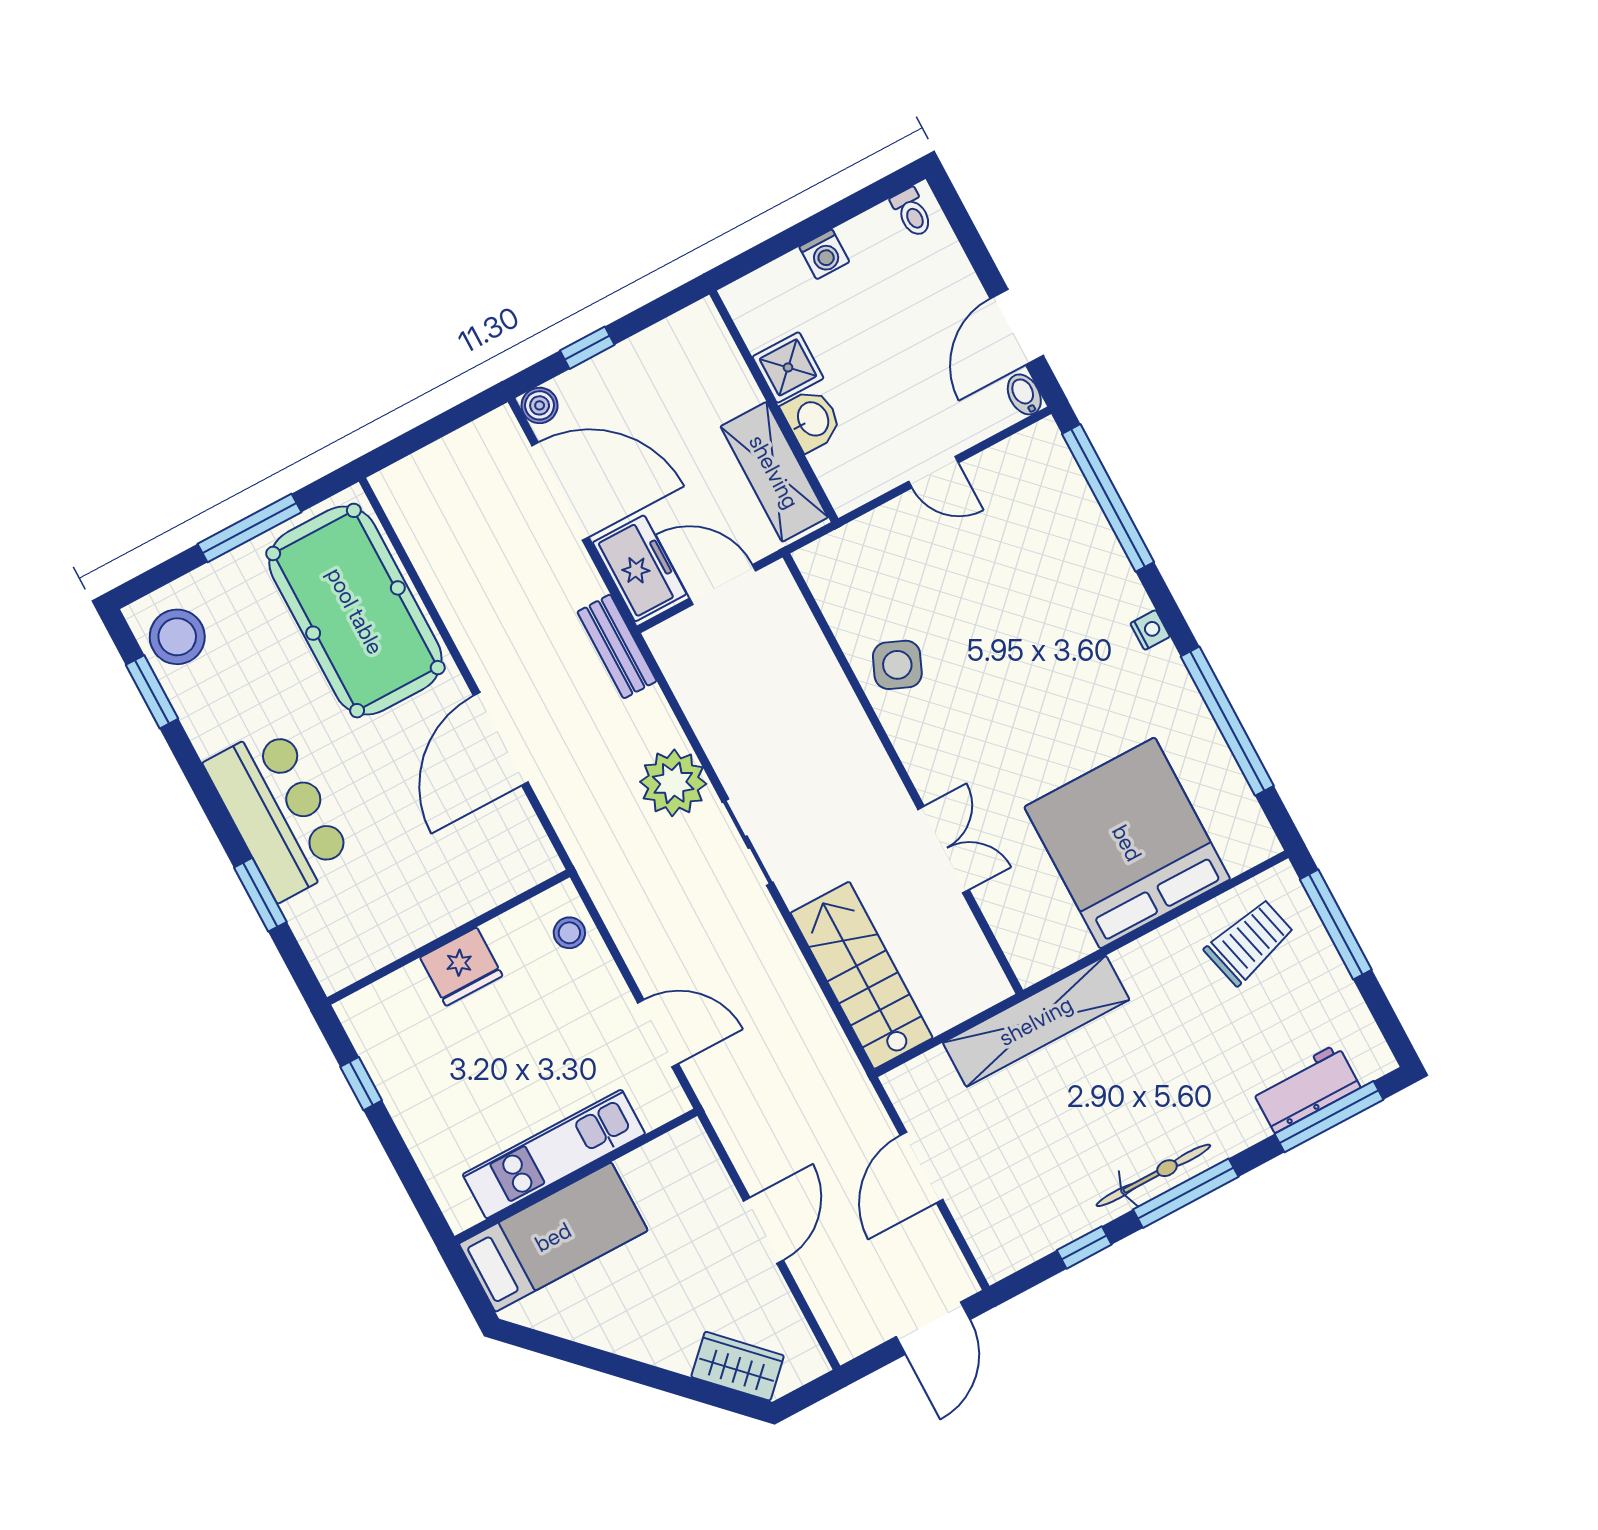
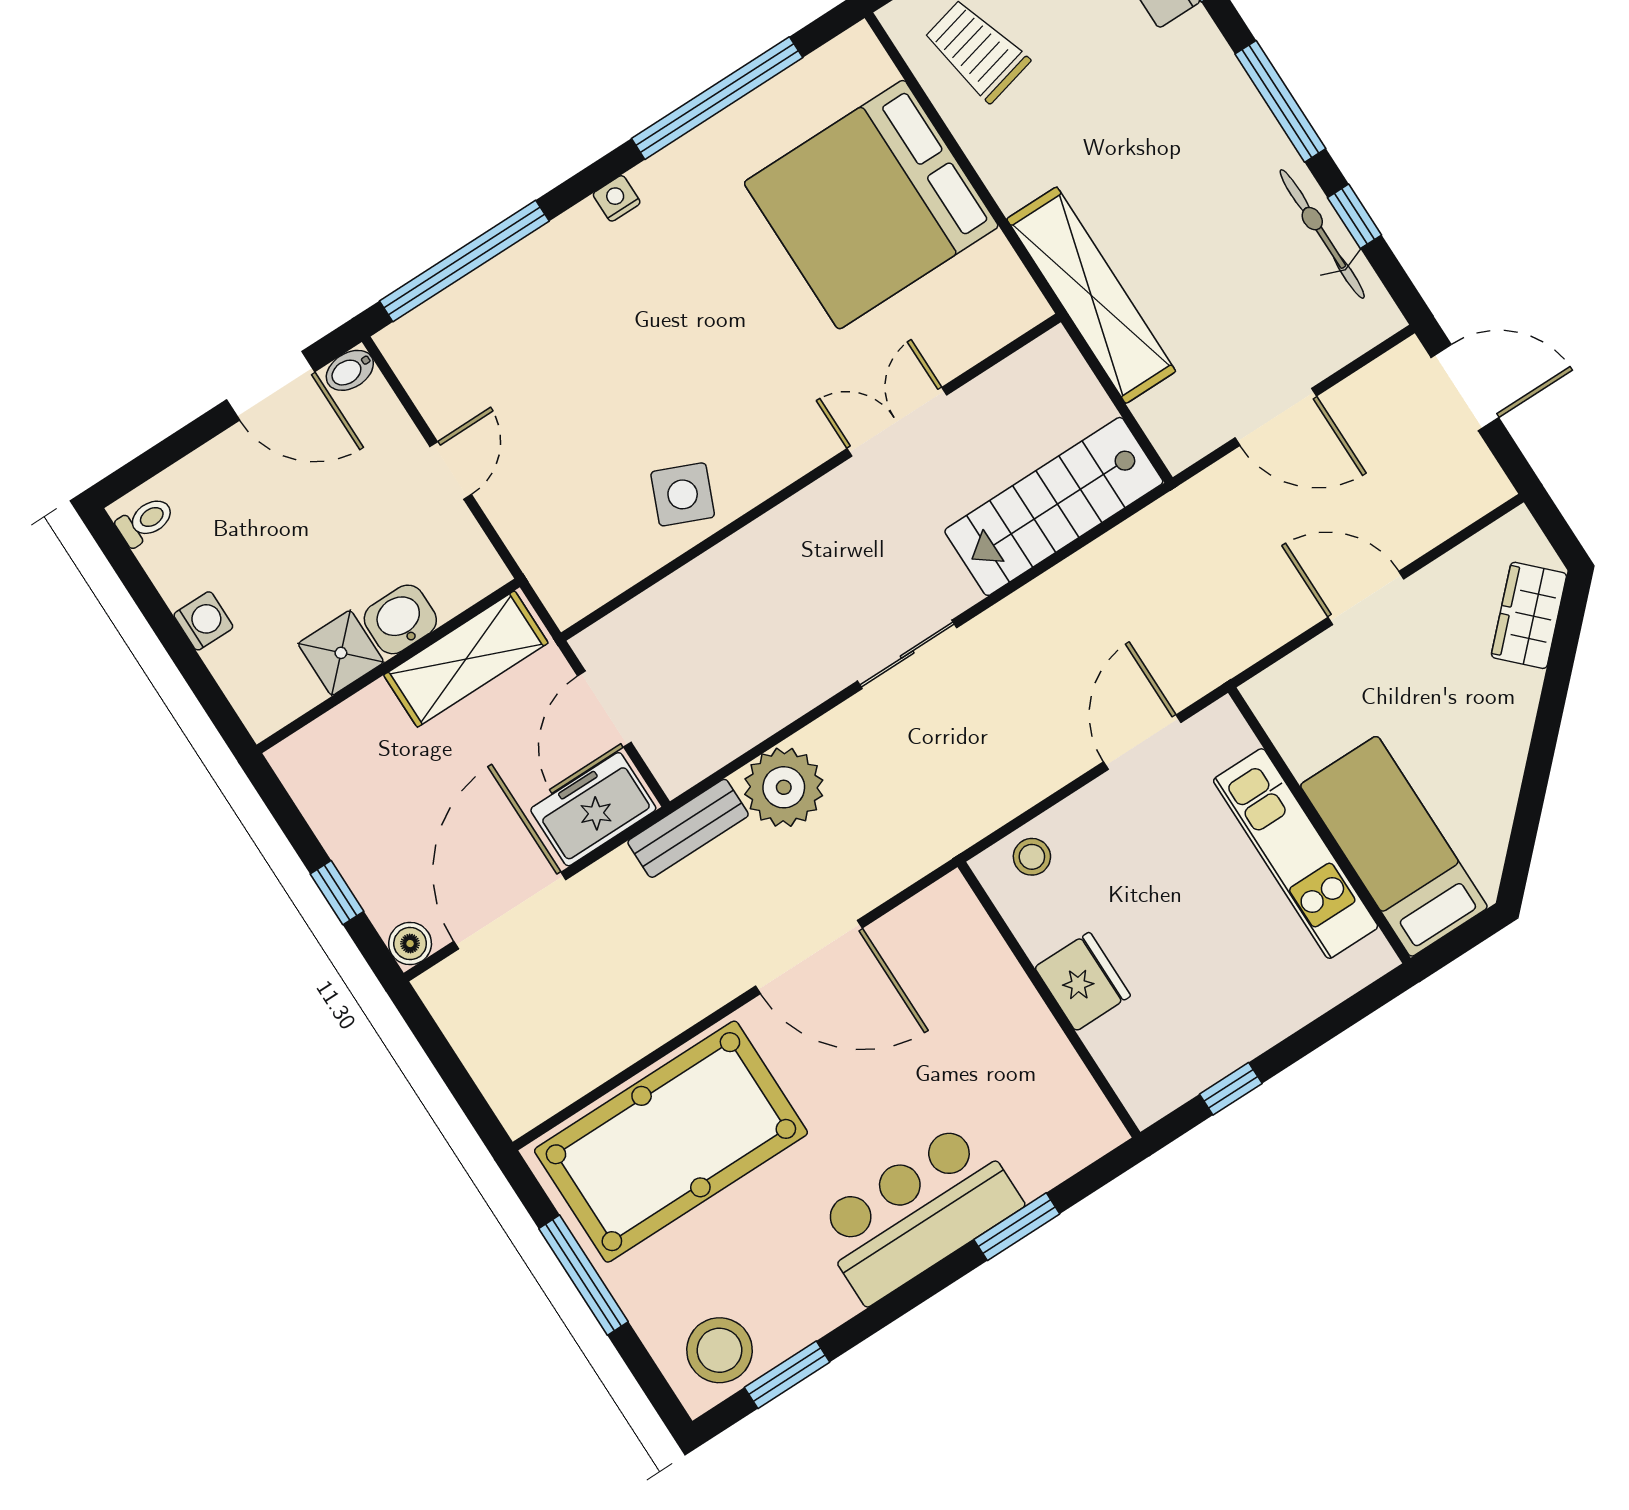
plant: (673, 783) -> (784, 787), moved
bicycle: (1153, 1175) -> (1322, 234), moved

